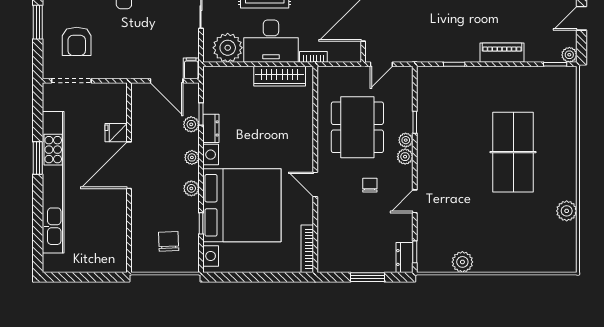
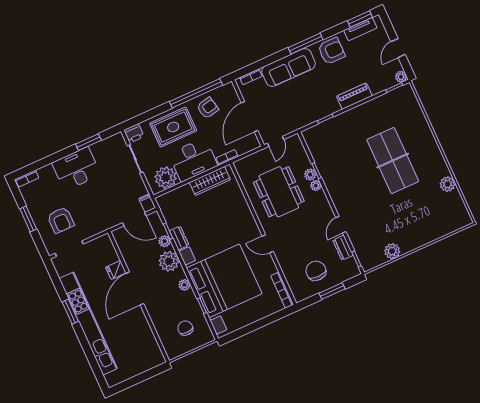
plant: (192, 157) -> (169, 261), width x1.88, depth x1.88
plant: (405, 157) -> (310, 174), moved
chair: (370, 185) -> (316, 271), moved, width x1.87, depth x1.87
dresser: (404, 258) -> (343, 248), moved

